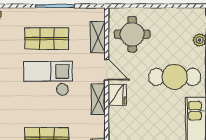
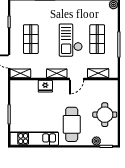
round table: (132, 34) -> (105, 115), moved
checkout: (48, 78) -> (71, 40), turned 180
fridge: (117, 95) -> (45, 86), moved

